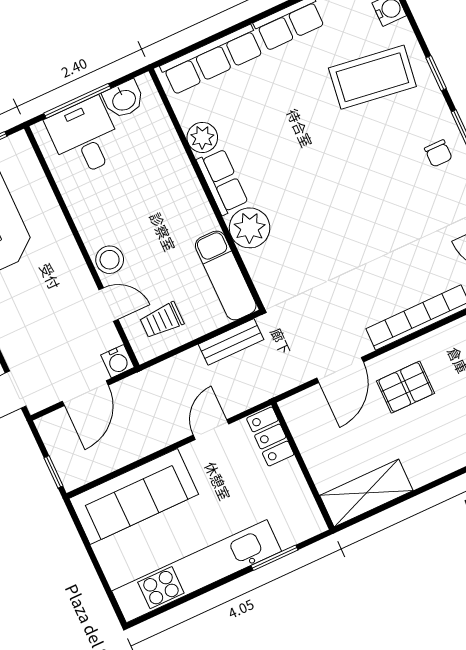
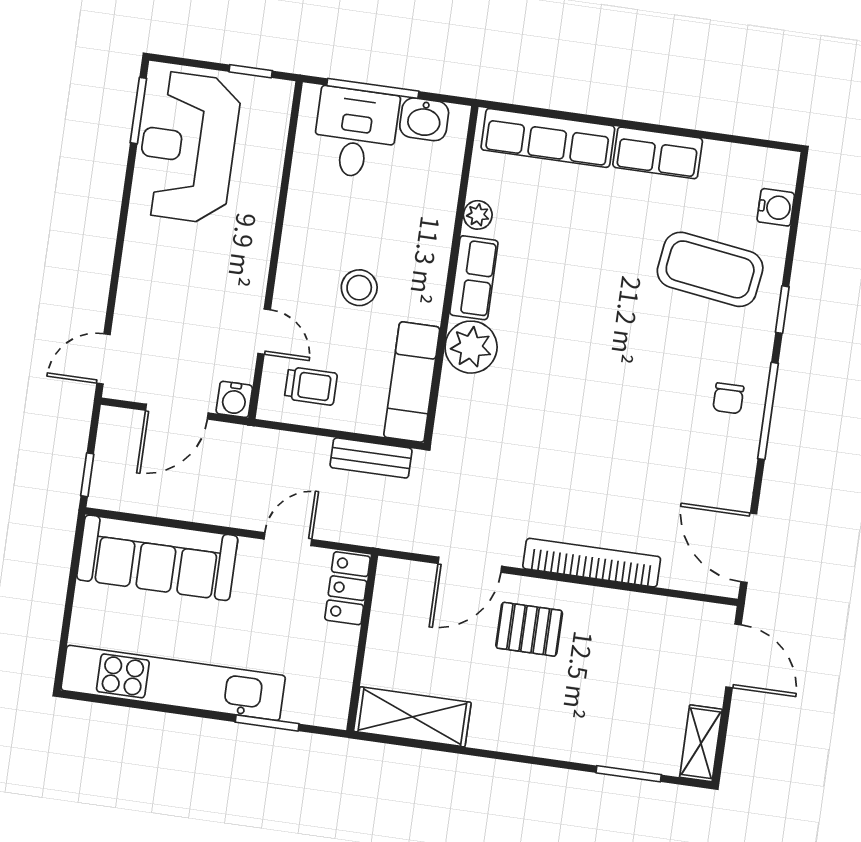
plant: (202, 137) -> (478, 215), width x0.73, depth x0.73
stool: (110, 260) -> (359, 288), moved
trolley: (162, 320) -> (311, 386), turned 180

